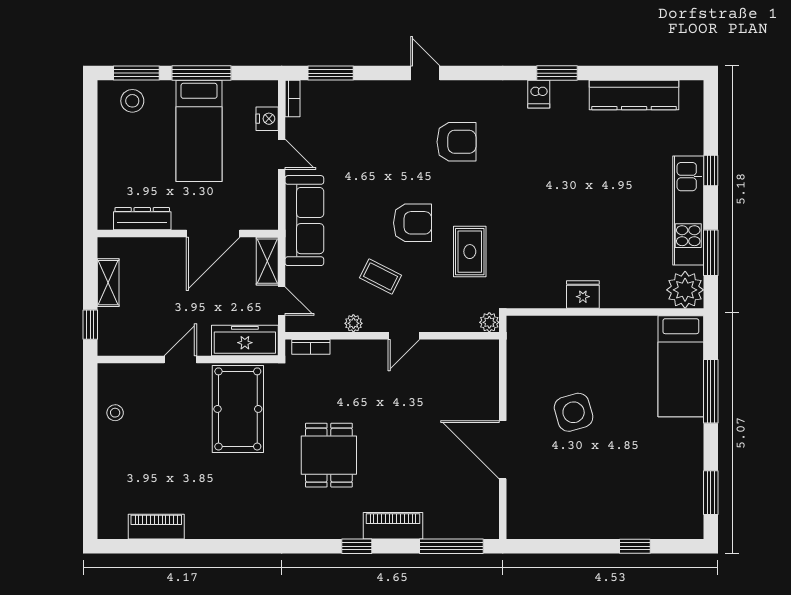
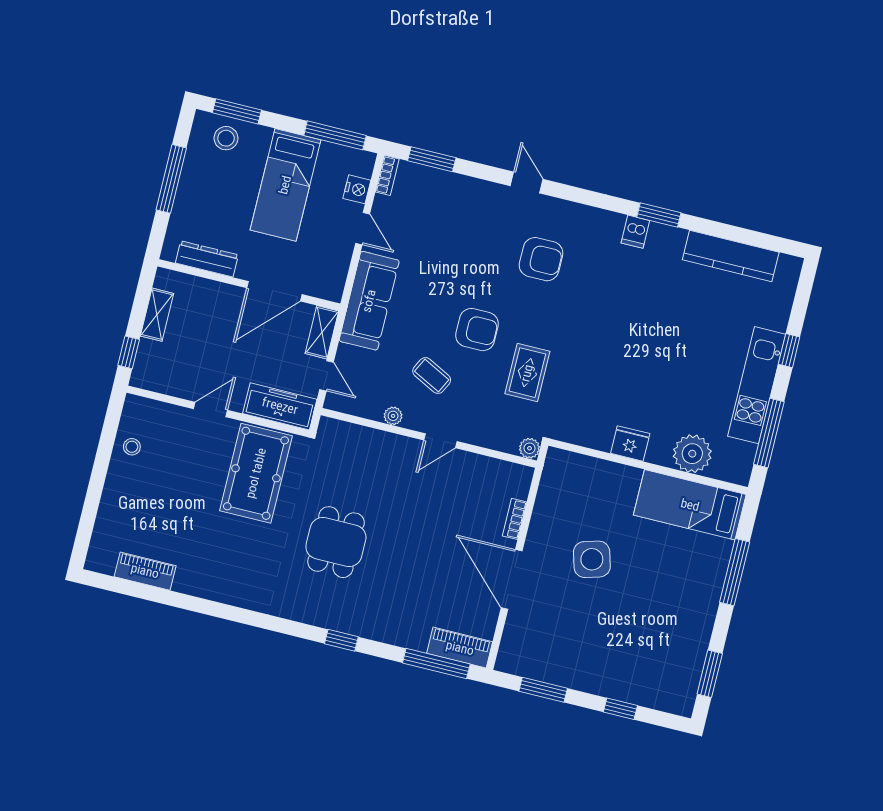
window: (202, 73) -> (335, 135), moved
window: (90, 152) -> (171, 179), added
window: (711, 253) -> (769, 433), width x1.44
plant: (685, 290) -> (692, 454), moved
bookcase: (311, 347) -> (515, 519), moved, turned 90
bed: (681, 366) -> (690, 505), moved, turned 90
piano: (393, 526) -> (460, 648), moved
window: (558, 546) -> (543, 690), added

